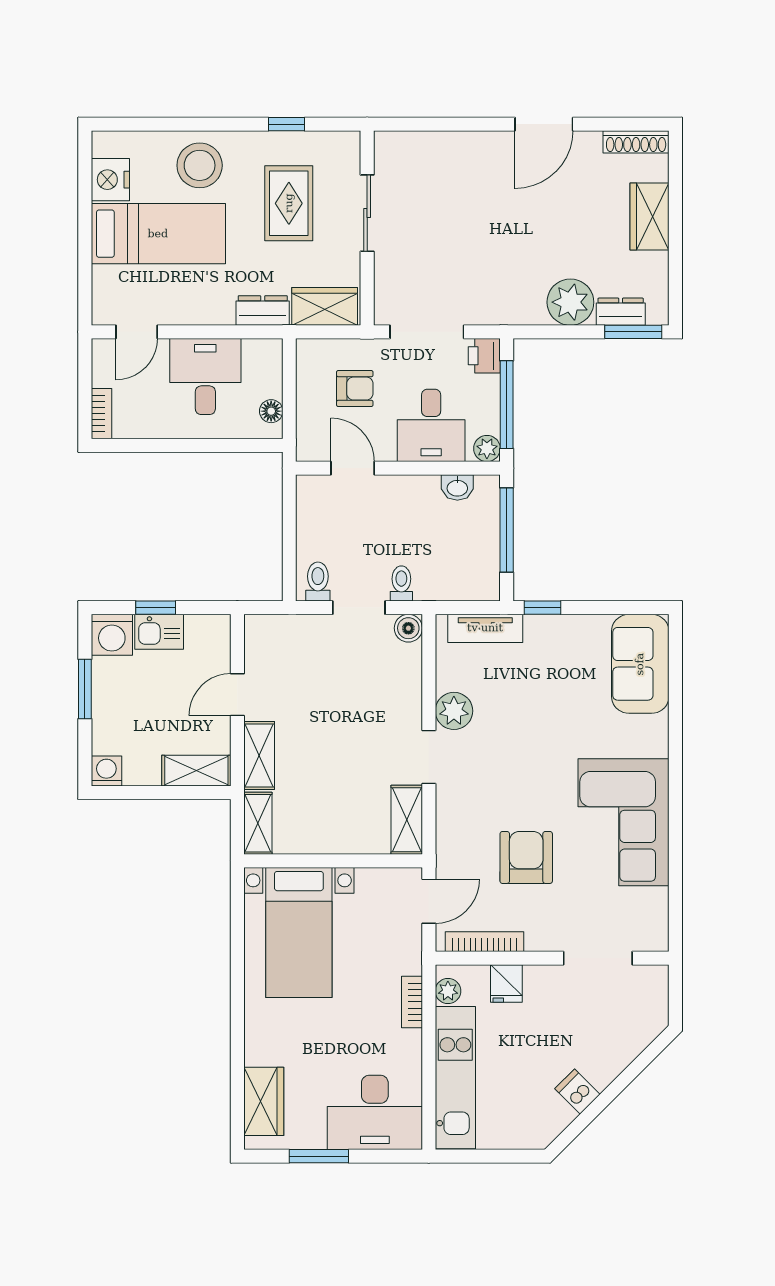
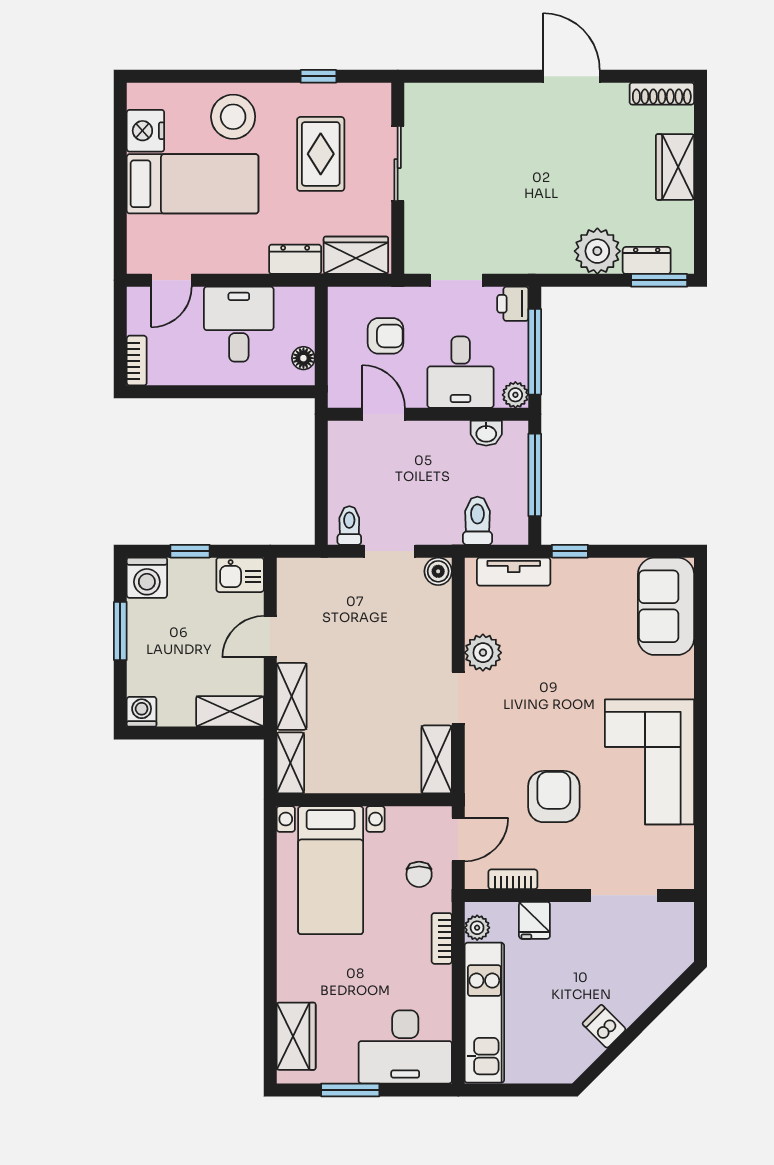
door: (544, 124) -> (571, 76), swing flipped
doorway: (427, 332) -> (456, 280), width x0.73
toilet: (401, 584) -> (477, 521), moved, width x1.37, depth x1.39
kitchen sink: (159, 632) -> (240, 575), moved
chair: (389, 937) -> (419, 874), added
bookcase: (484, 942) -> (513, 879), width x0.64

